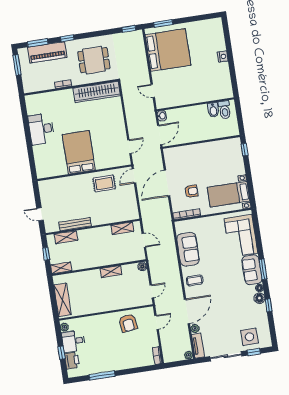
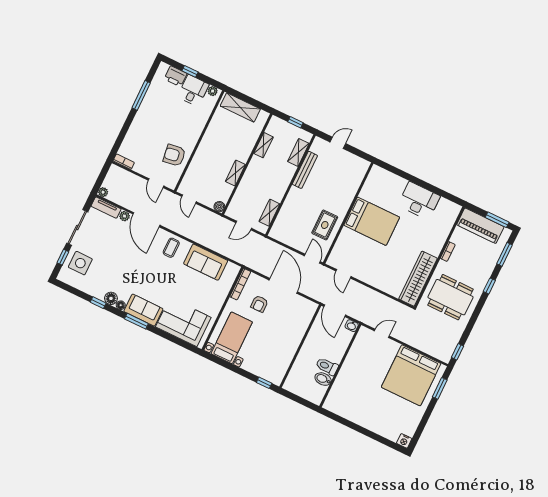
piano: (47, 52) -> (480, 226), moved, turned -90
nightstand: (223, 57) -> (404, 441), moved
dining table: (94, 60) -> (450, 297), width x1.38
toilet: (225, 110) -> (327, 366), moved
shelving: (61, 268) -> (263, 145), moved

